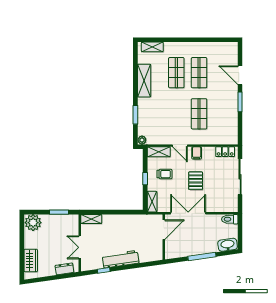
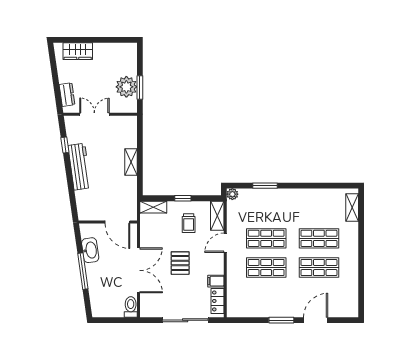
shelving: (144, 81) -> (309, 197), removed
shop shelf: (176, 114) -> (266, 238), added
filing cabinet: (197, 153) -> (216, 281), moved
pallet: (196, 181) -> (180, 263), turned 90
double door: (188, 213) -> (138, 270), moved
shelving: (91, 219) -> (131, 162), moved
plant: (33, 223) -> (126, 87), moved
washbasin: (228, 245) -> (90, 250), moved

